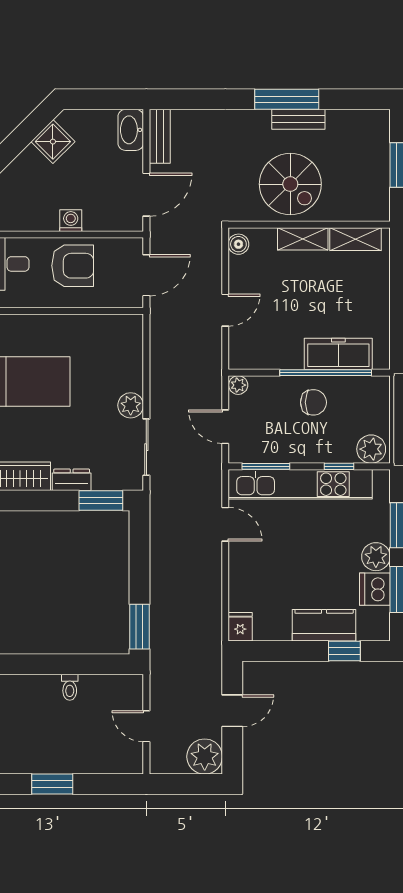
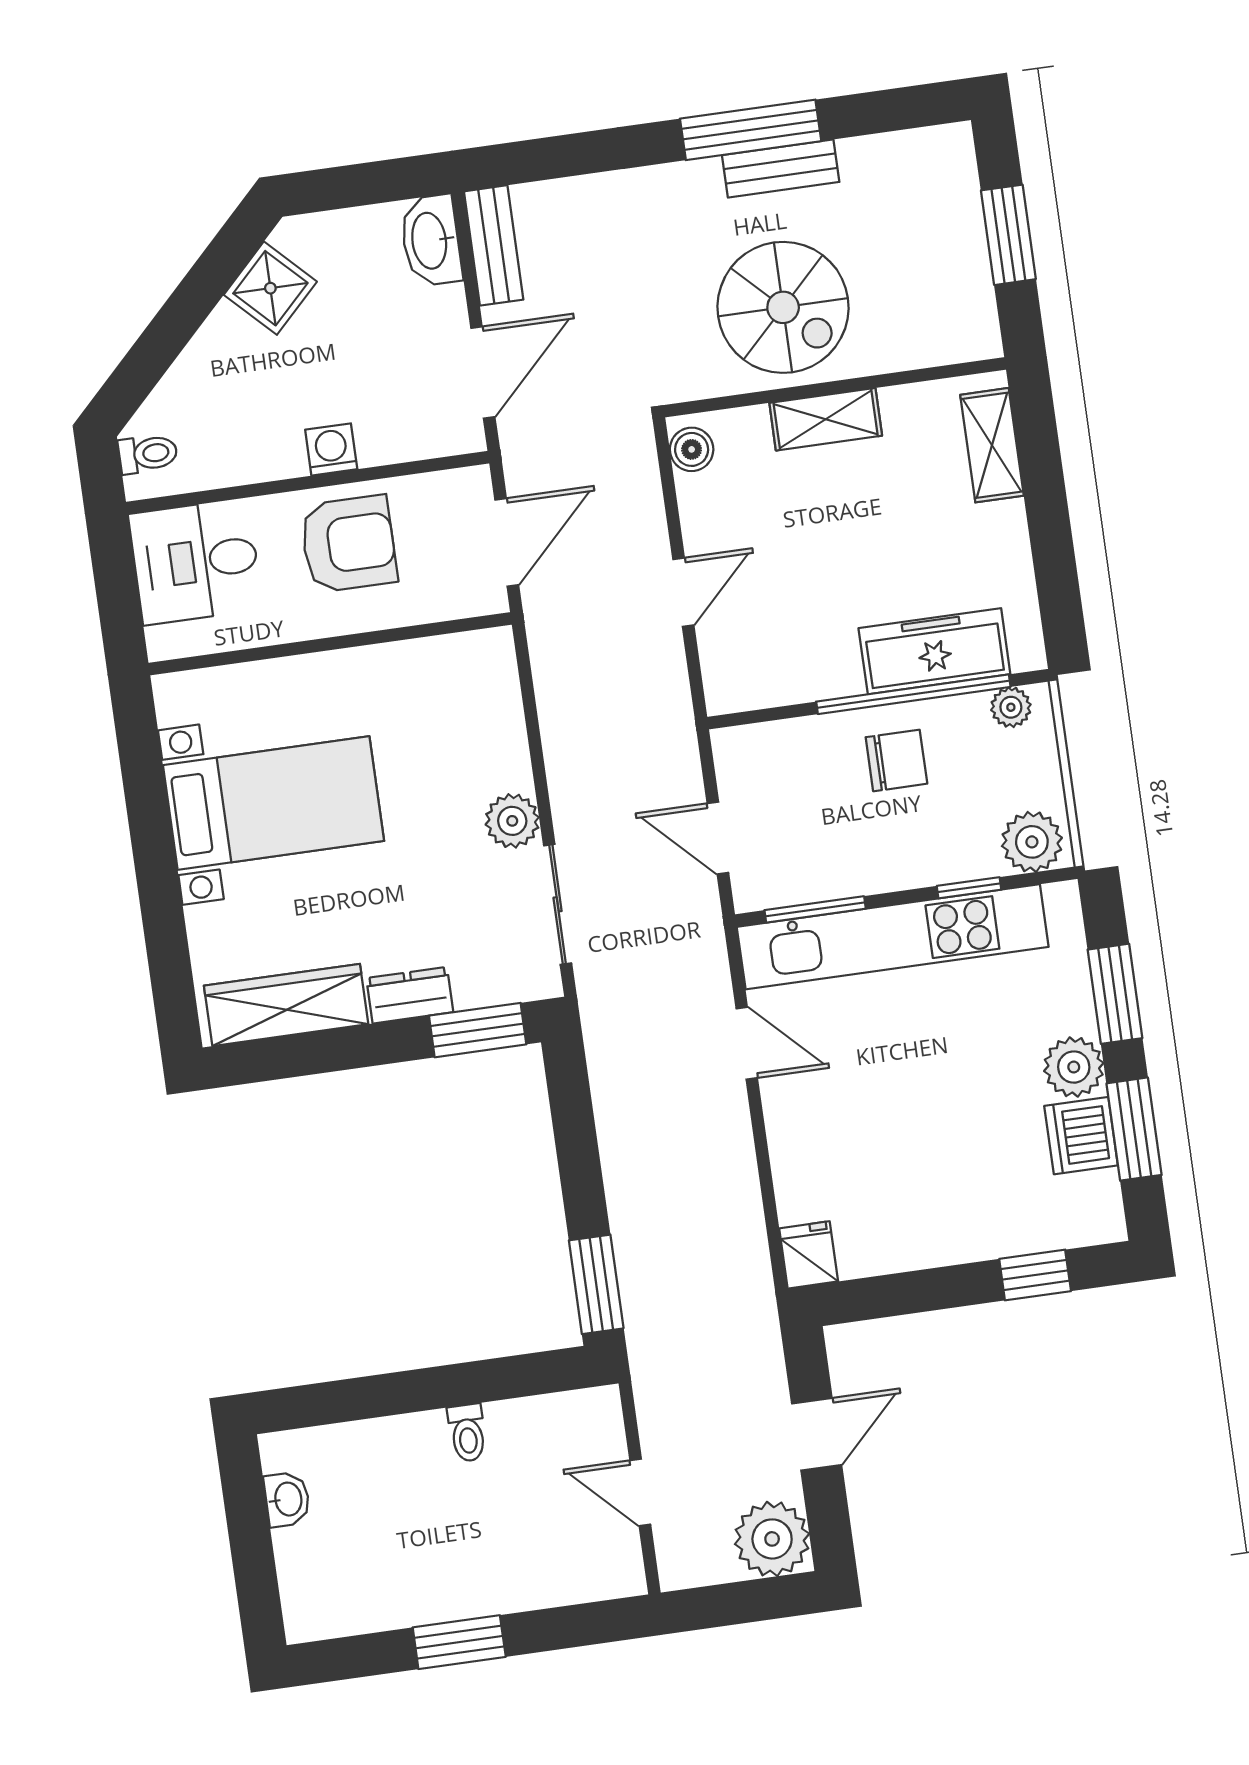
shelving: (356, 239) -> (992, 445), moved, turned 90
plant: (238, 385) -> (1011, 707), moved
kitchen counter: (324, 625) -> (985, 1227), removed

